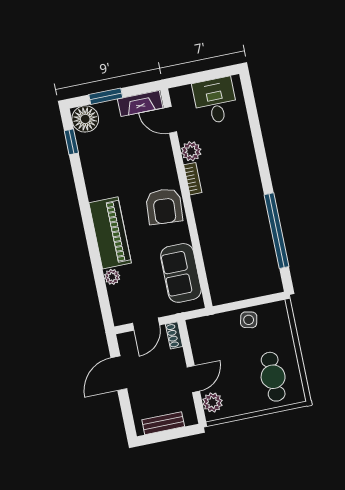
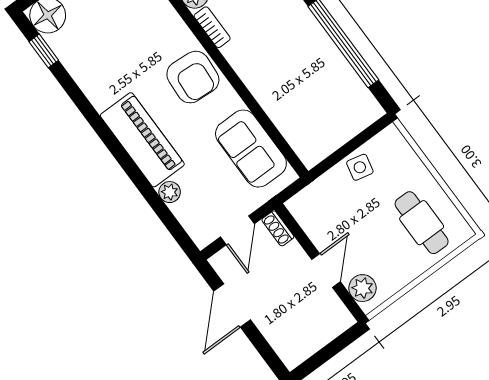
bench: (163, 423) -> (314, 341), removed

